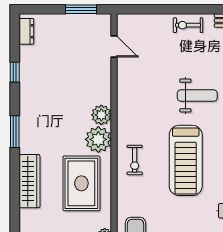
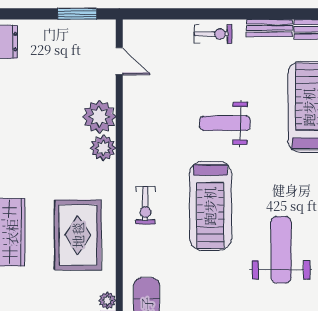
exercise bike: (188, 25) -> (213, 34), turned 180
weight bench: (197, 96) -> (225, 123), turned 180
plant: (98, 139) -> (99, 117), moved

